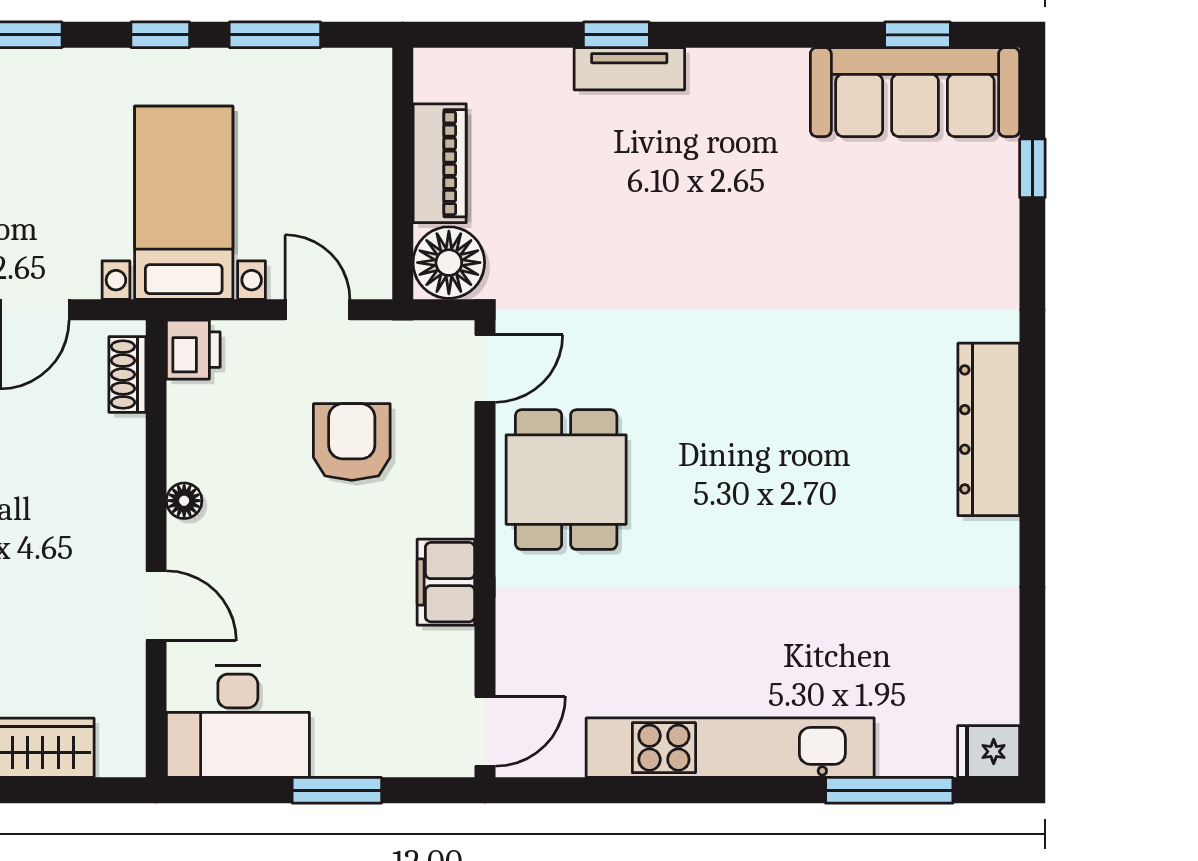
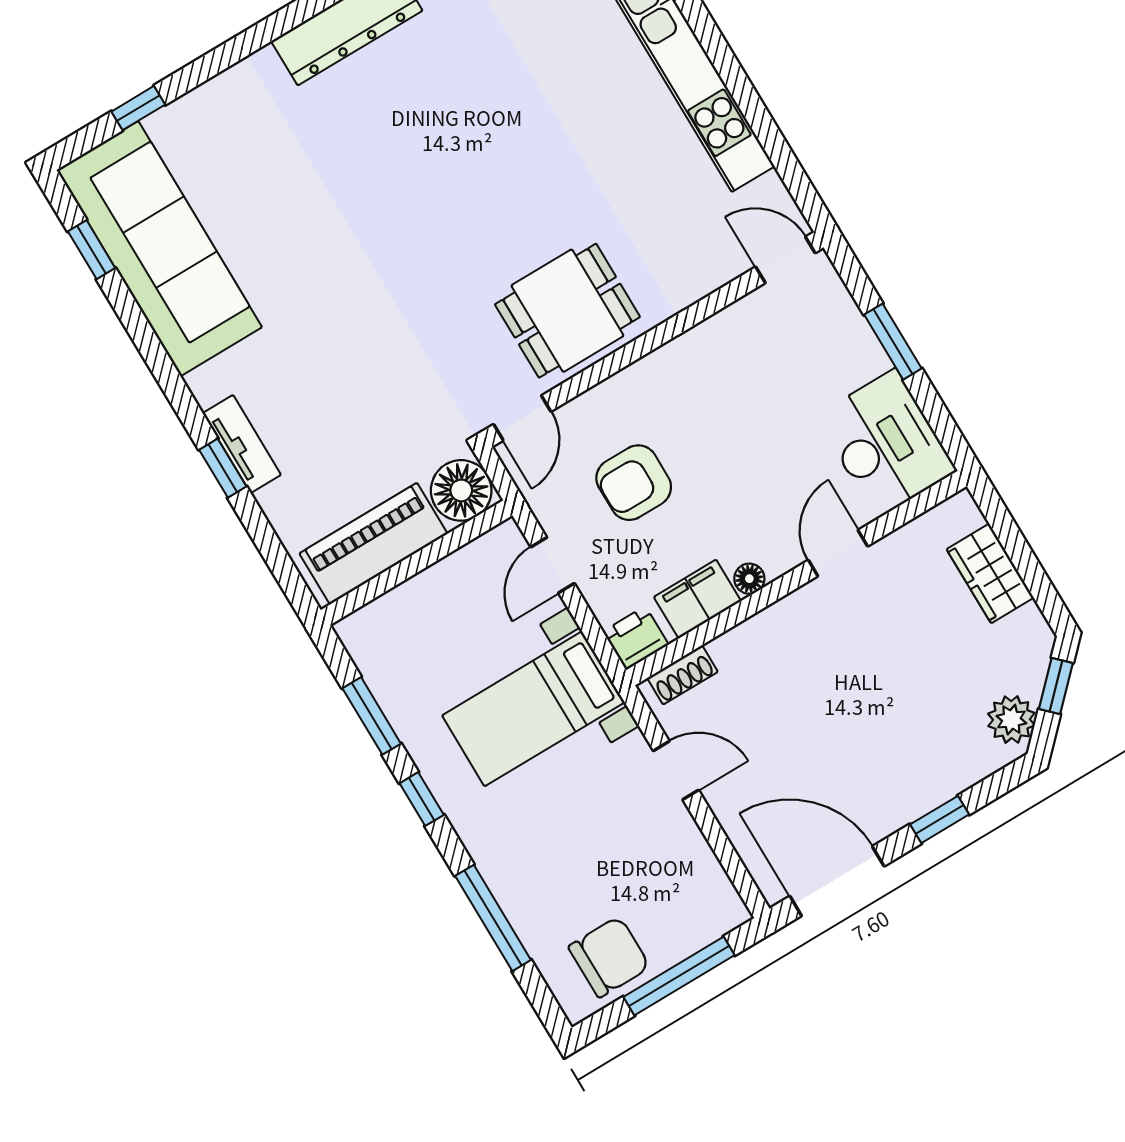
sofa: (915, 92) -> (159, 249), width x1.36, depth x1.27
piano: (440, 163) -> (373, 544), width x1.37, depth x1.33
door: (485, 369) -> (522, 418), swing flipped
filing cabinet: (446, 582) -> (697, 599), moved, turned 180

